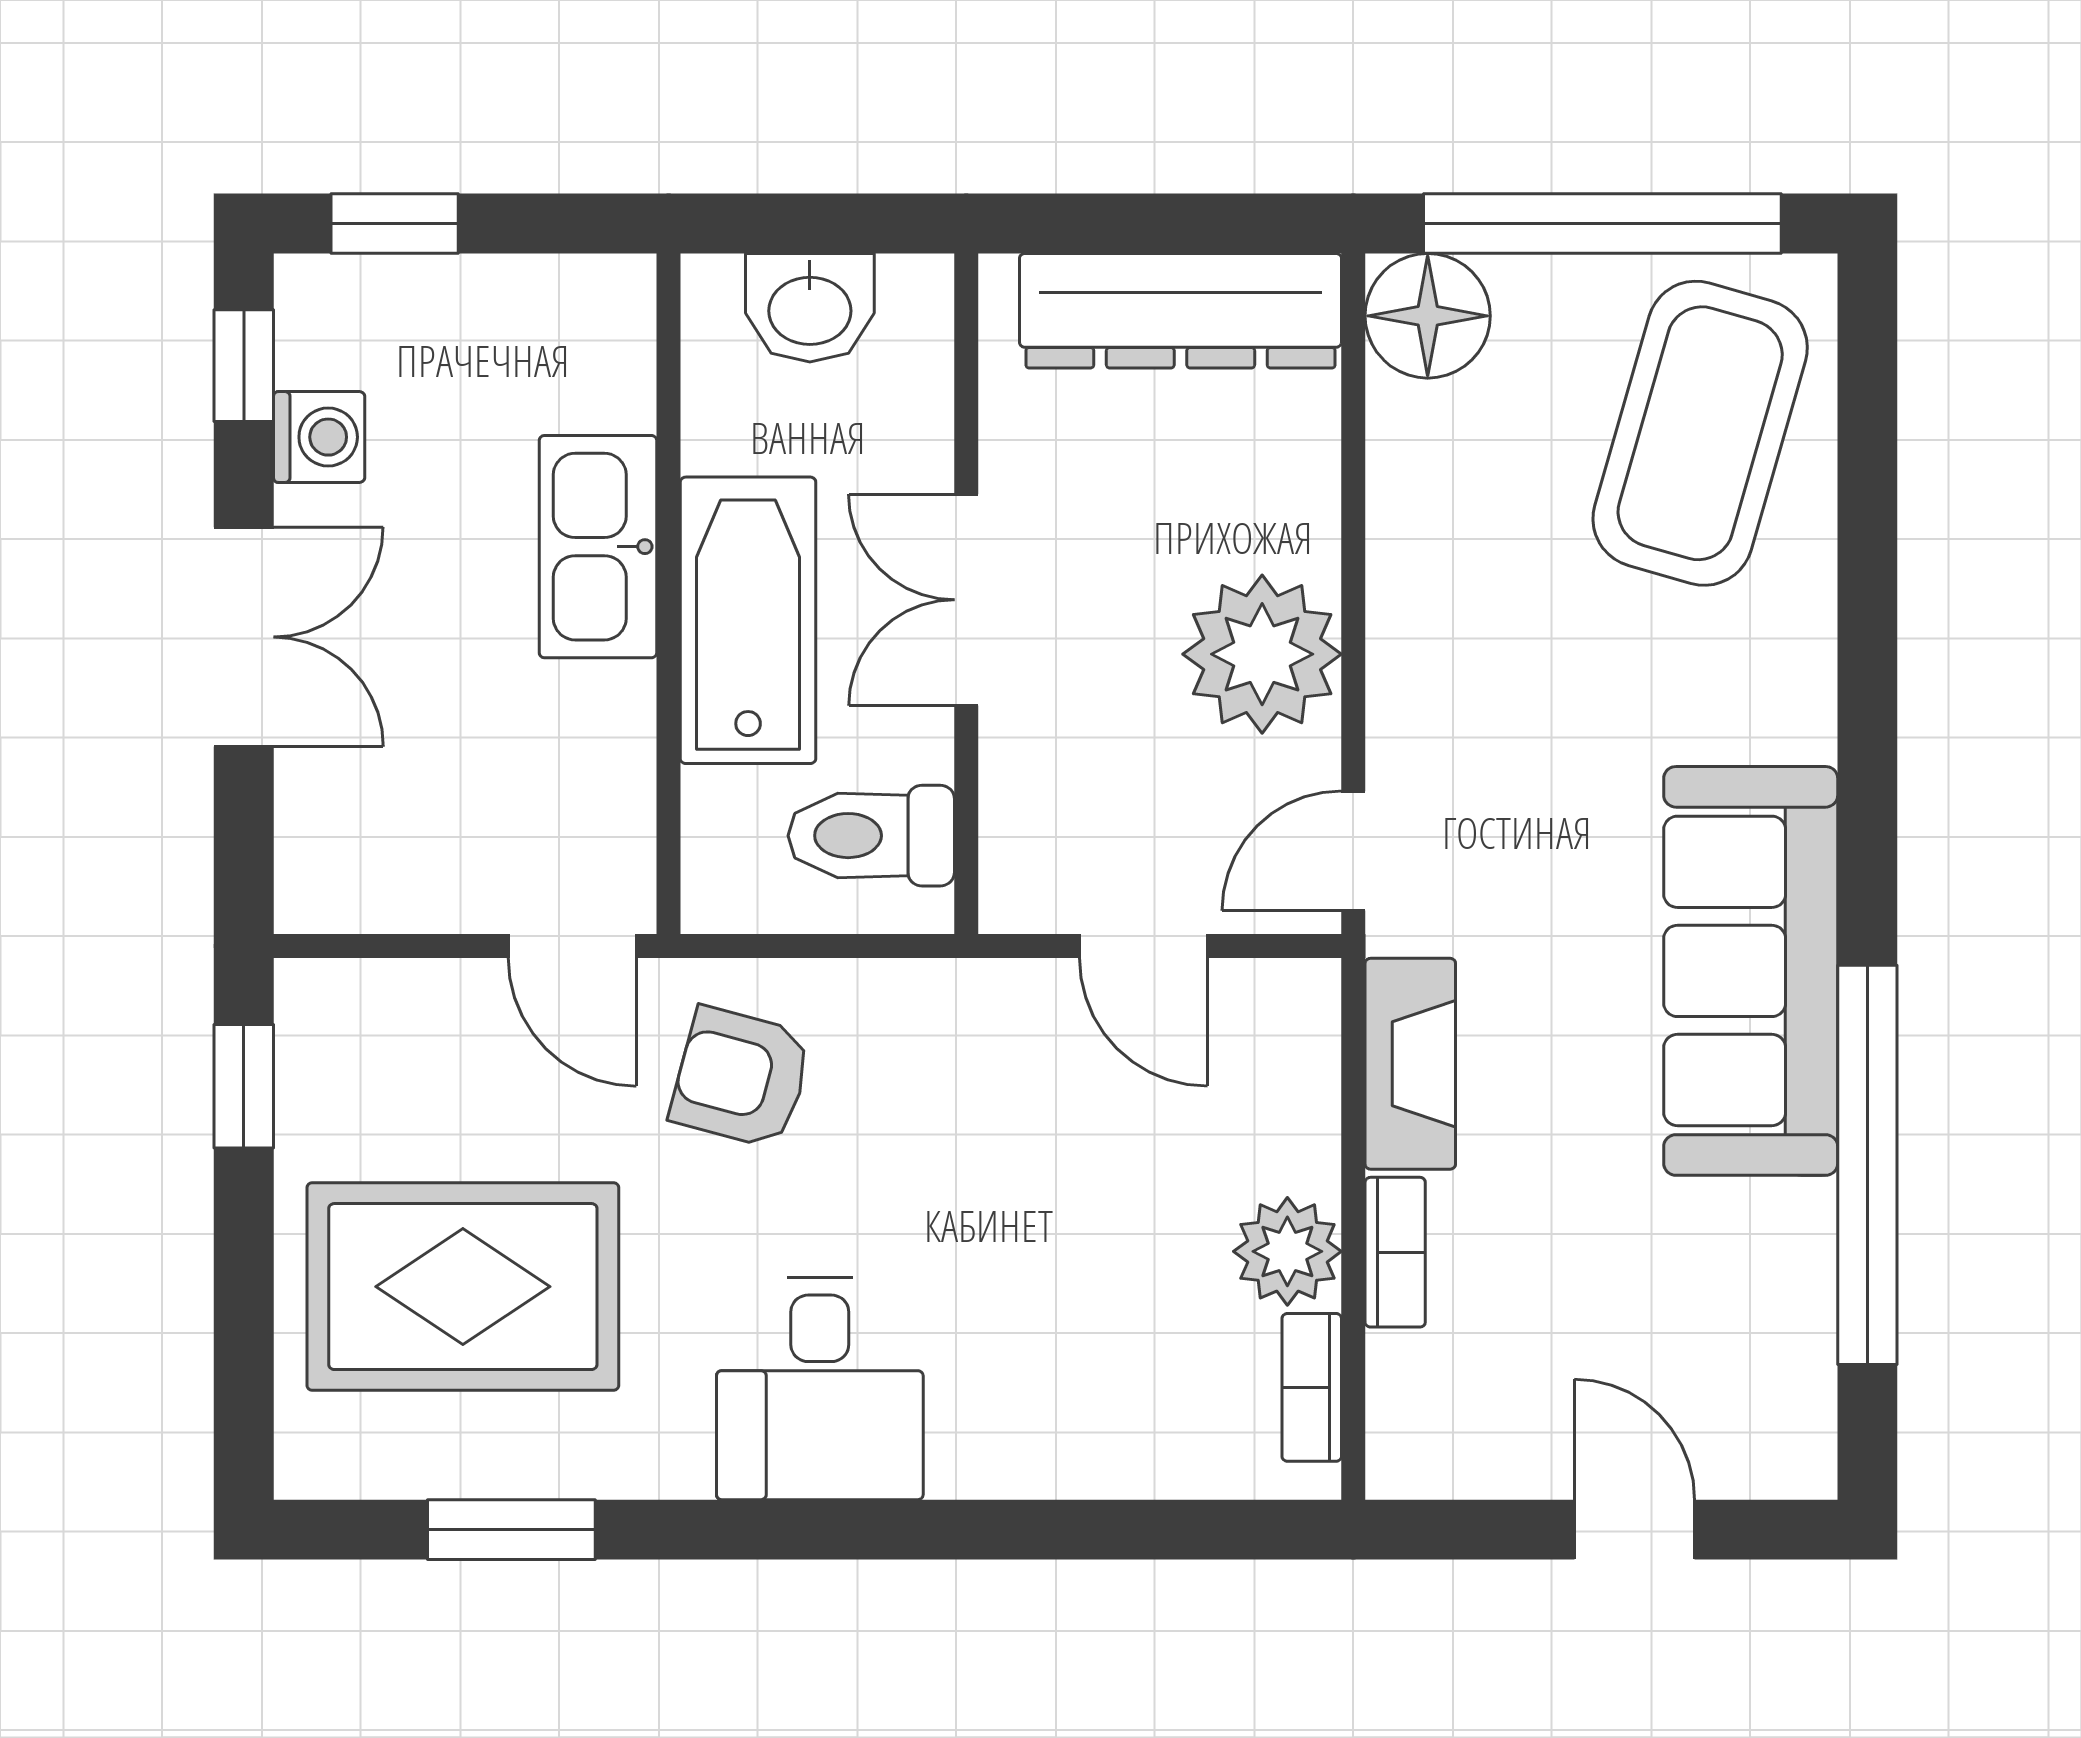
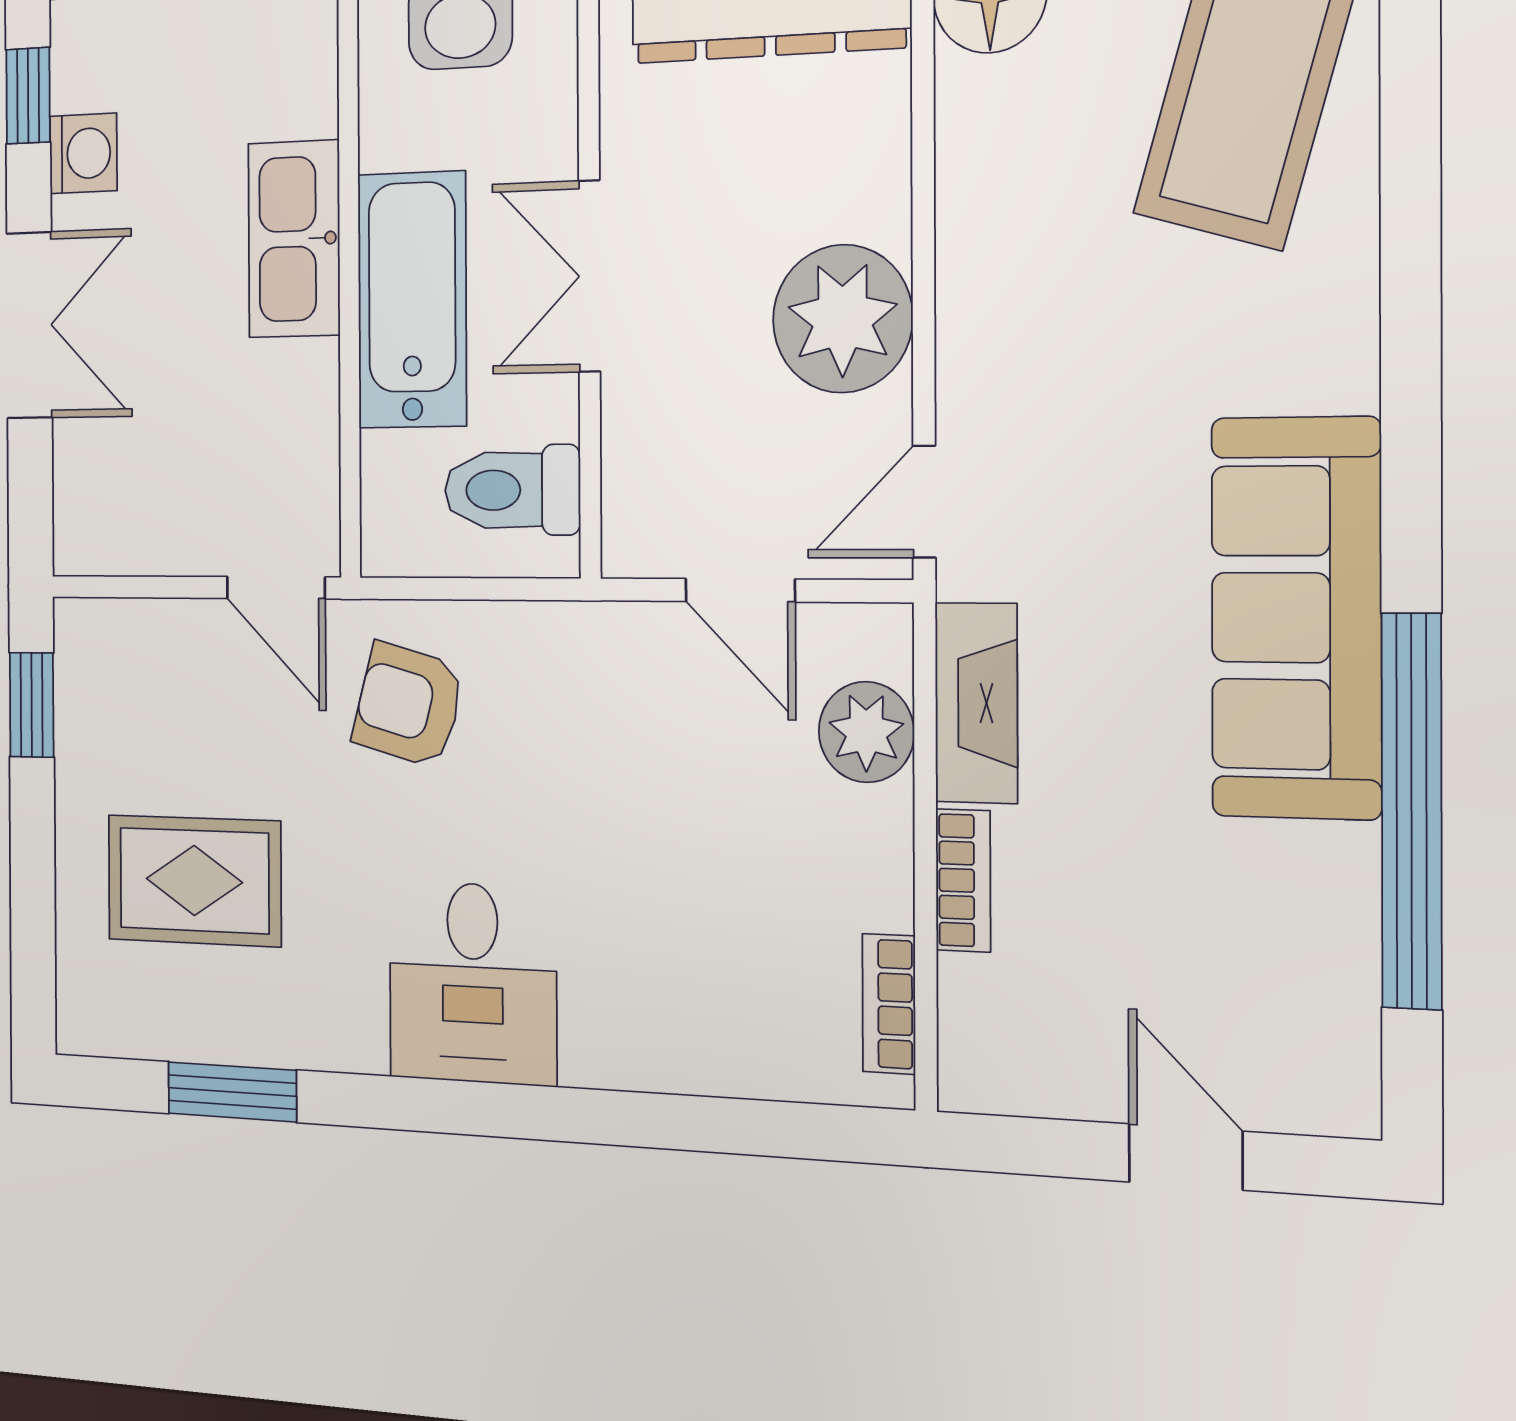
plant: (1287, 1251) -> (866, 732), moved
rug: (463, 1287) -> (194, 880), width x0.73, depth x0.70

